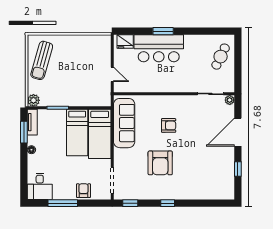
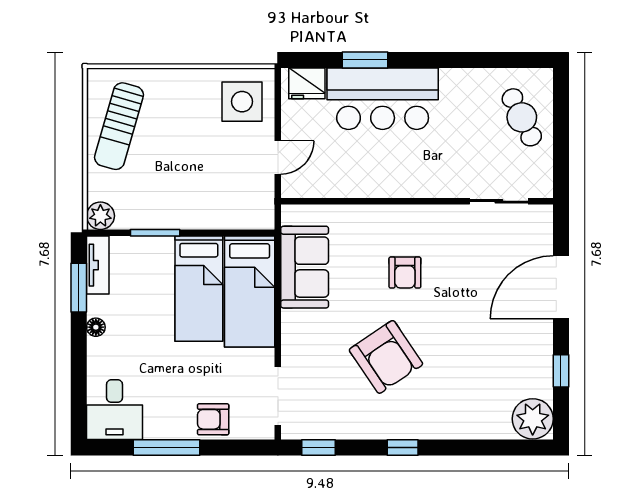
window: (163, 31) -> (365, 60), moved
side table: (96, 50) -> (242, 102), added
cafe table: (221, 57) -> (522, 117), turned -52
door: (112, 74) -> (278, 158), hinge flipped
plant: (230, 100) -> (533, 419), moved, width x1.88, depth x1.88
sofa: (124, 123) -> (305, 267), width x0.73
armchair: (169, 125) -> (405, 273), turned 90
armchair: (160, 163) -> (386, 357), turned -34
armchair: (83, 191) -> (213, 419), turned -90

